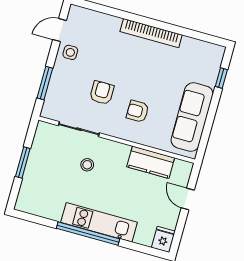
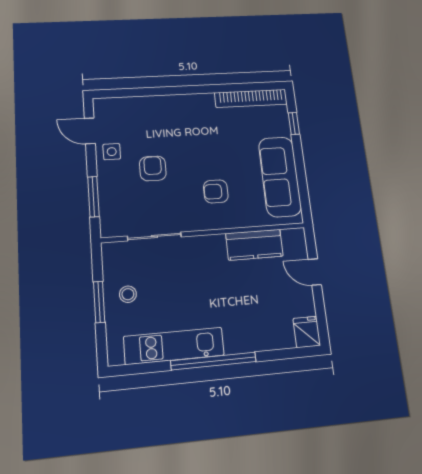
door: (60, 30) -> (90, 131), hinge flipped
bookcase: (151, 33) -> (251, 98), moved
armchair: (102, 93) -> (153, 168), moved
stool: (87, 165) -> (128, 294), moved
kitchen unit: (99, 222) -> (174, 346), moved

